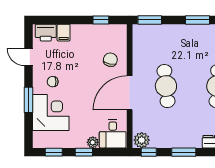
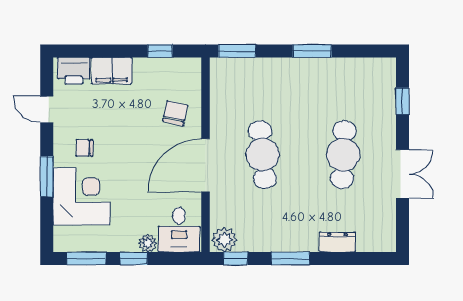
filing cabinet: (64, 33) -> (112, 71), width x2.00
window: (54, 152) -> (86, 258), width x1.50

